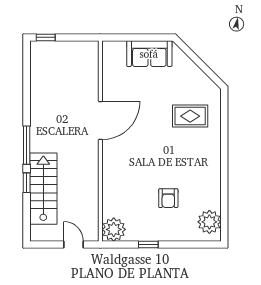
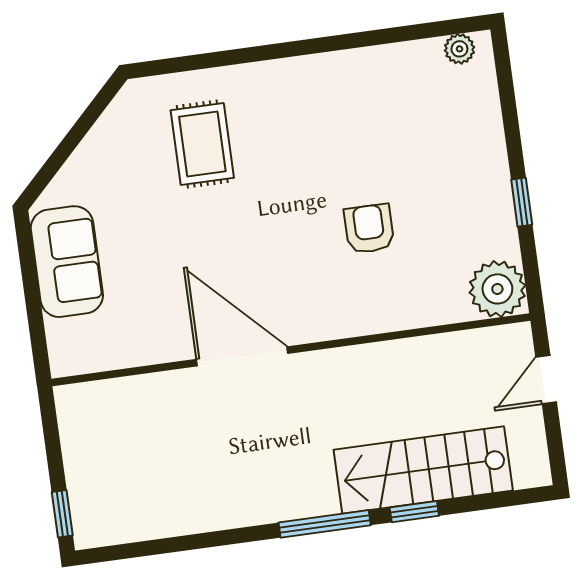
armchair: (168, 198) -> (369, 229), moved, turned -90
plant: (209, 222) -> (459, 49), width x0.53, depth x0.53

